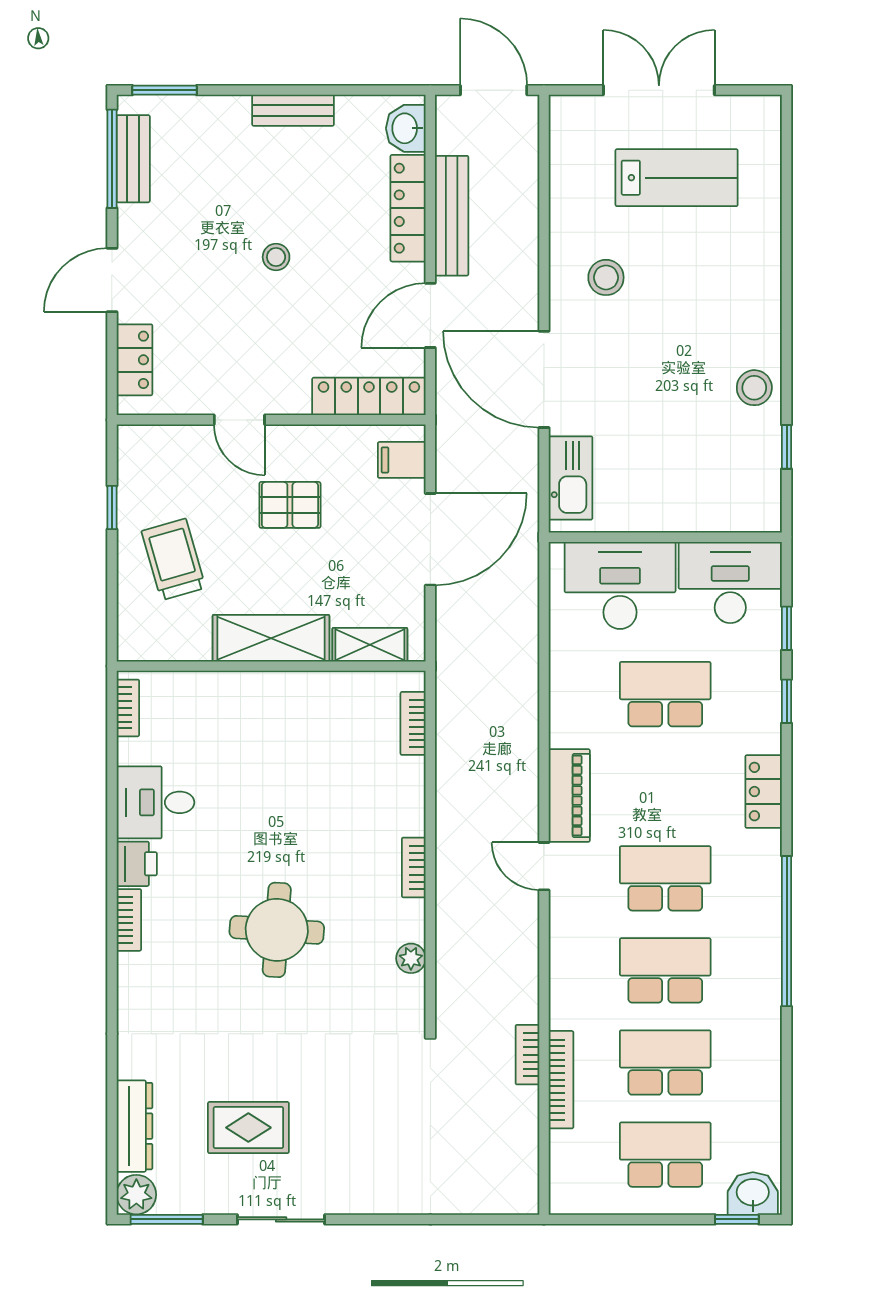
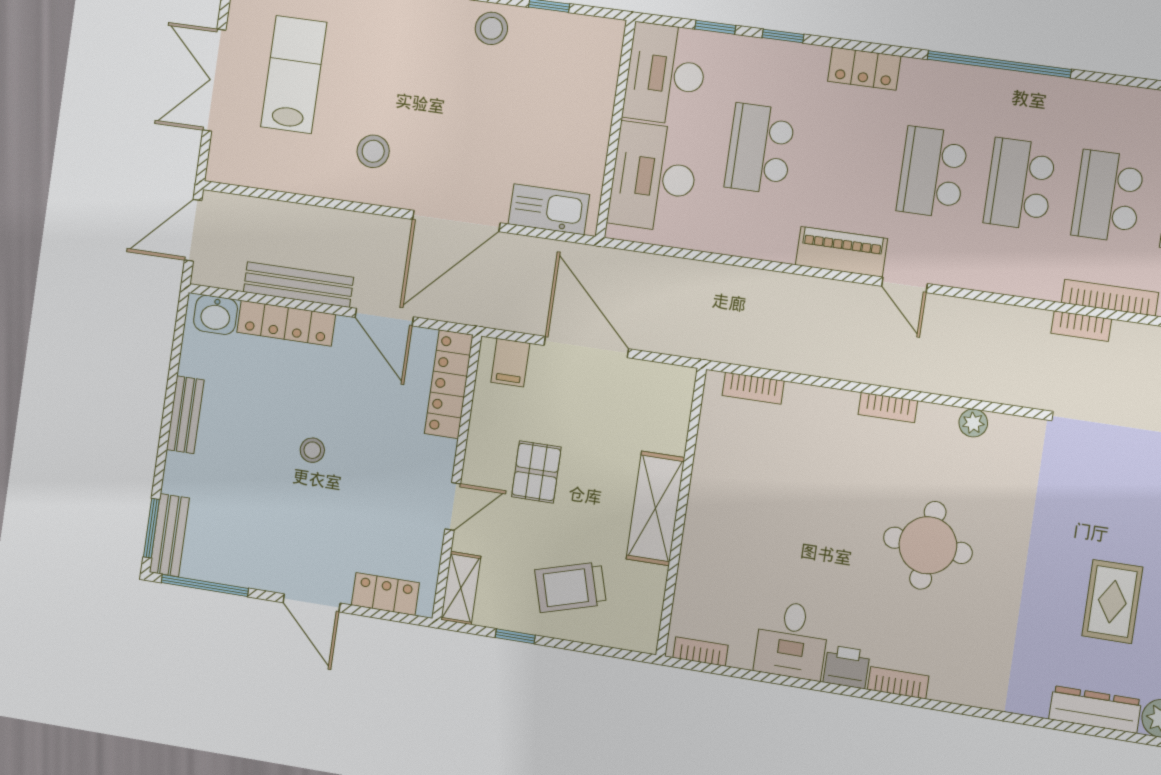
bench: (133, 159) -> (169, 535), moved, turned 90
shelving: (370, 645) -> (461, 588), moved
door: (544, 866) -> (904, 285), hinge flipped

